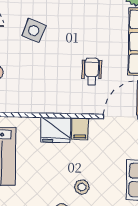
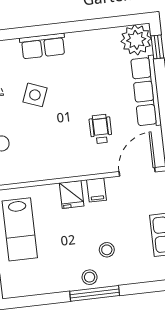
fridge: (56, 130) -> (72, 194), width x0.72

